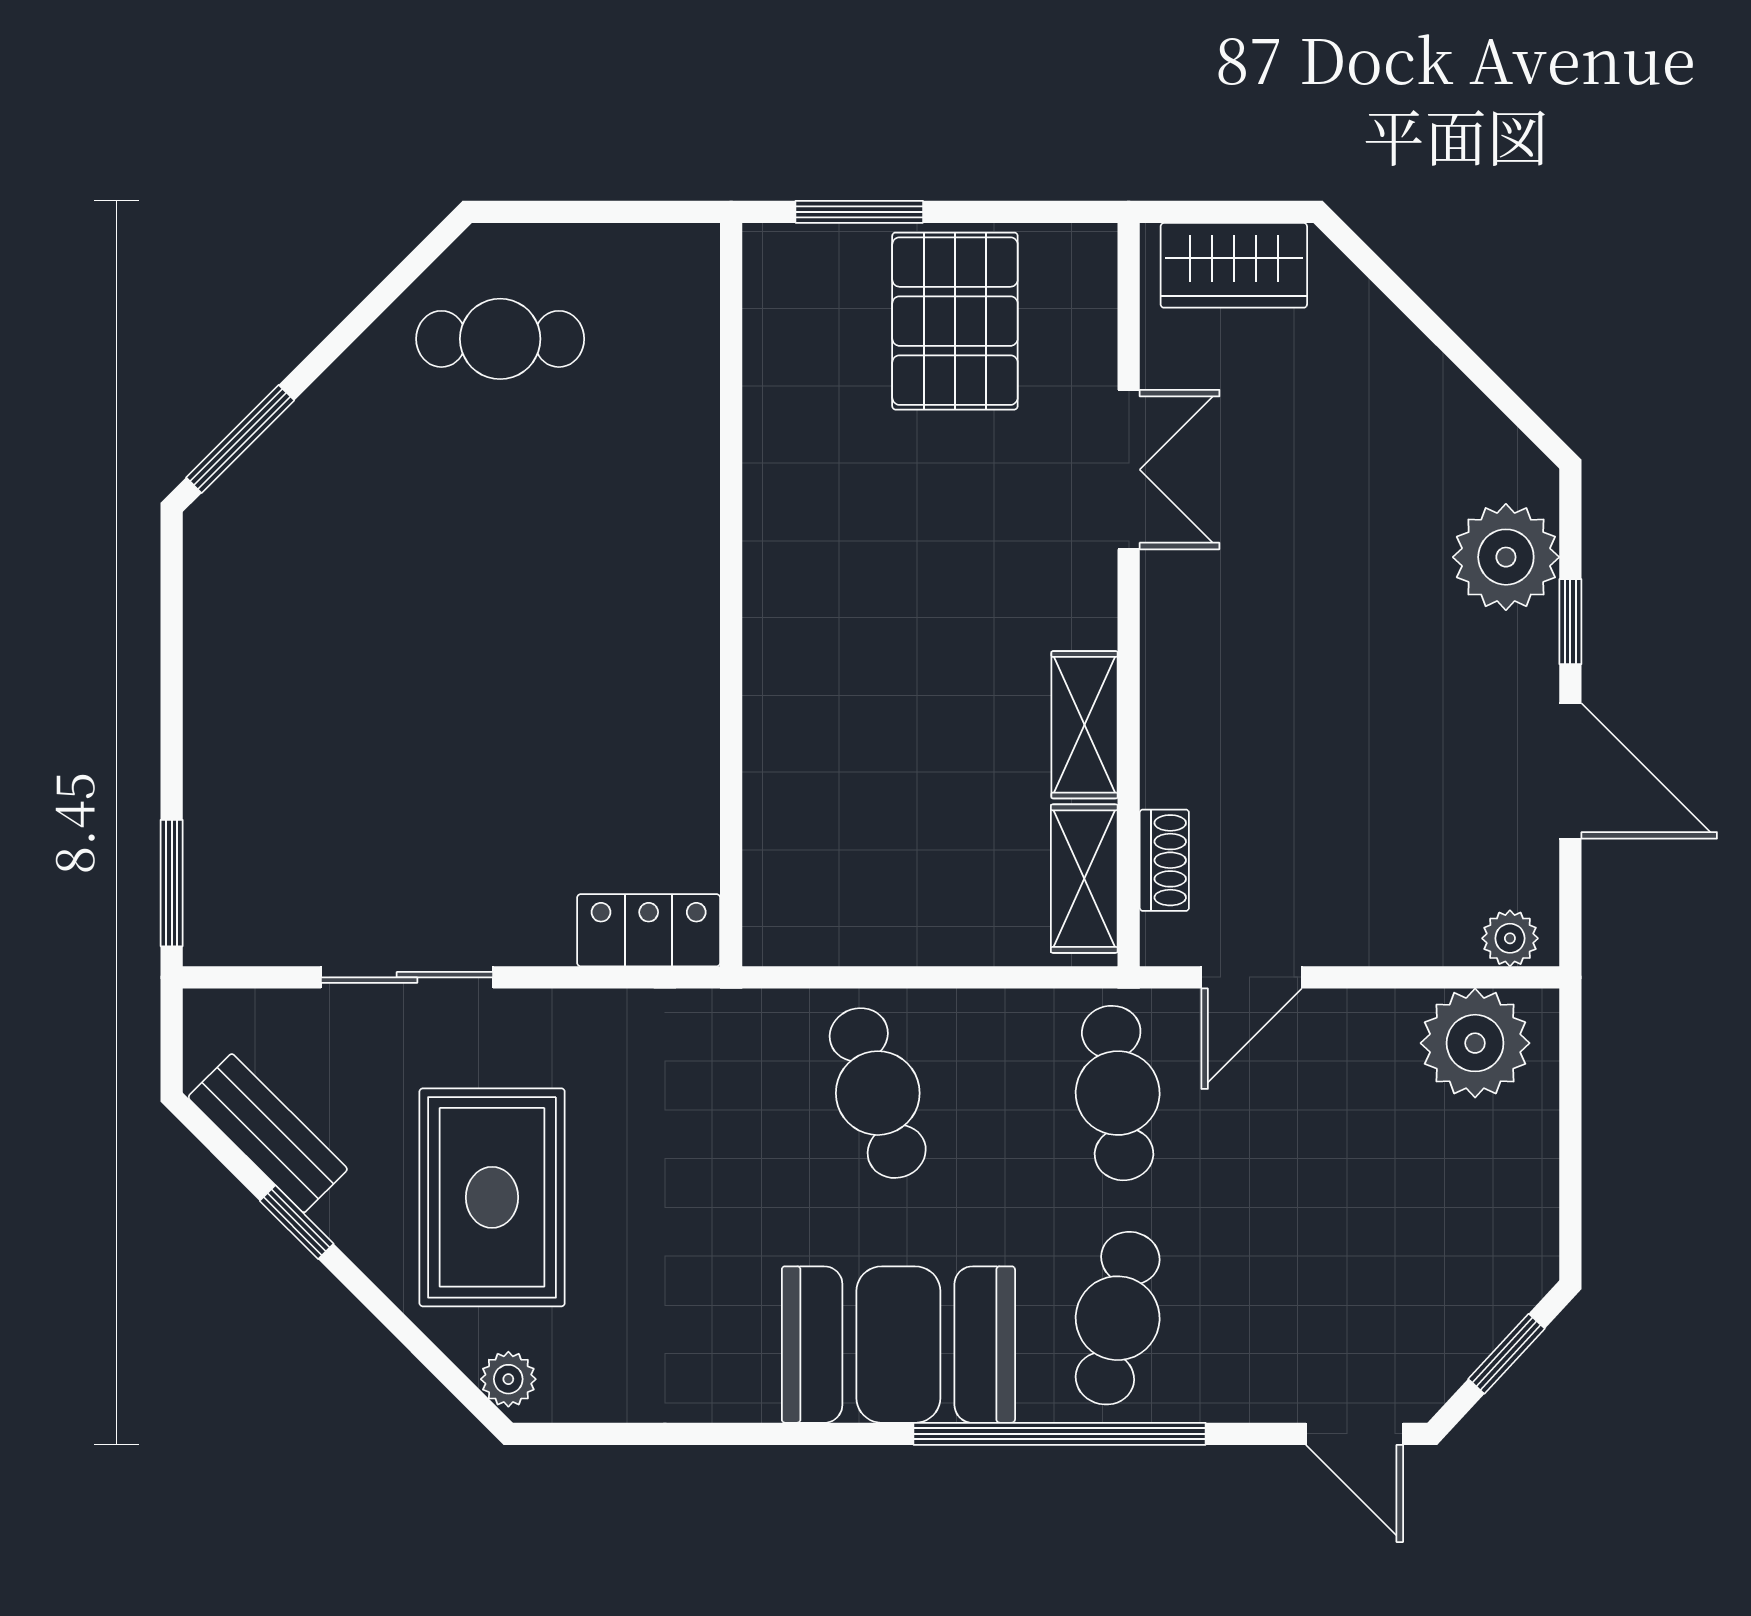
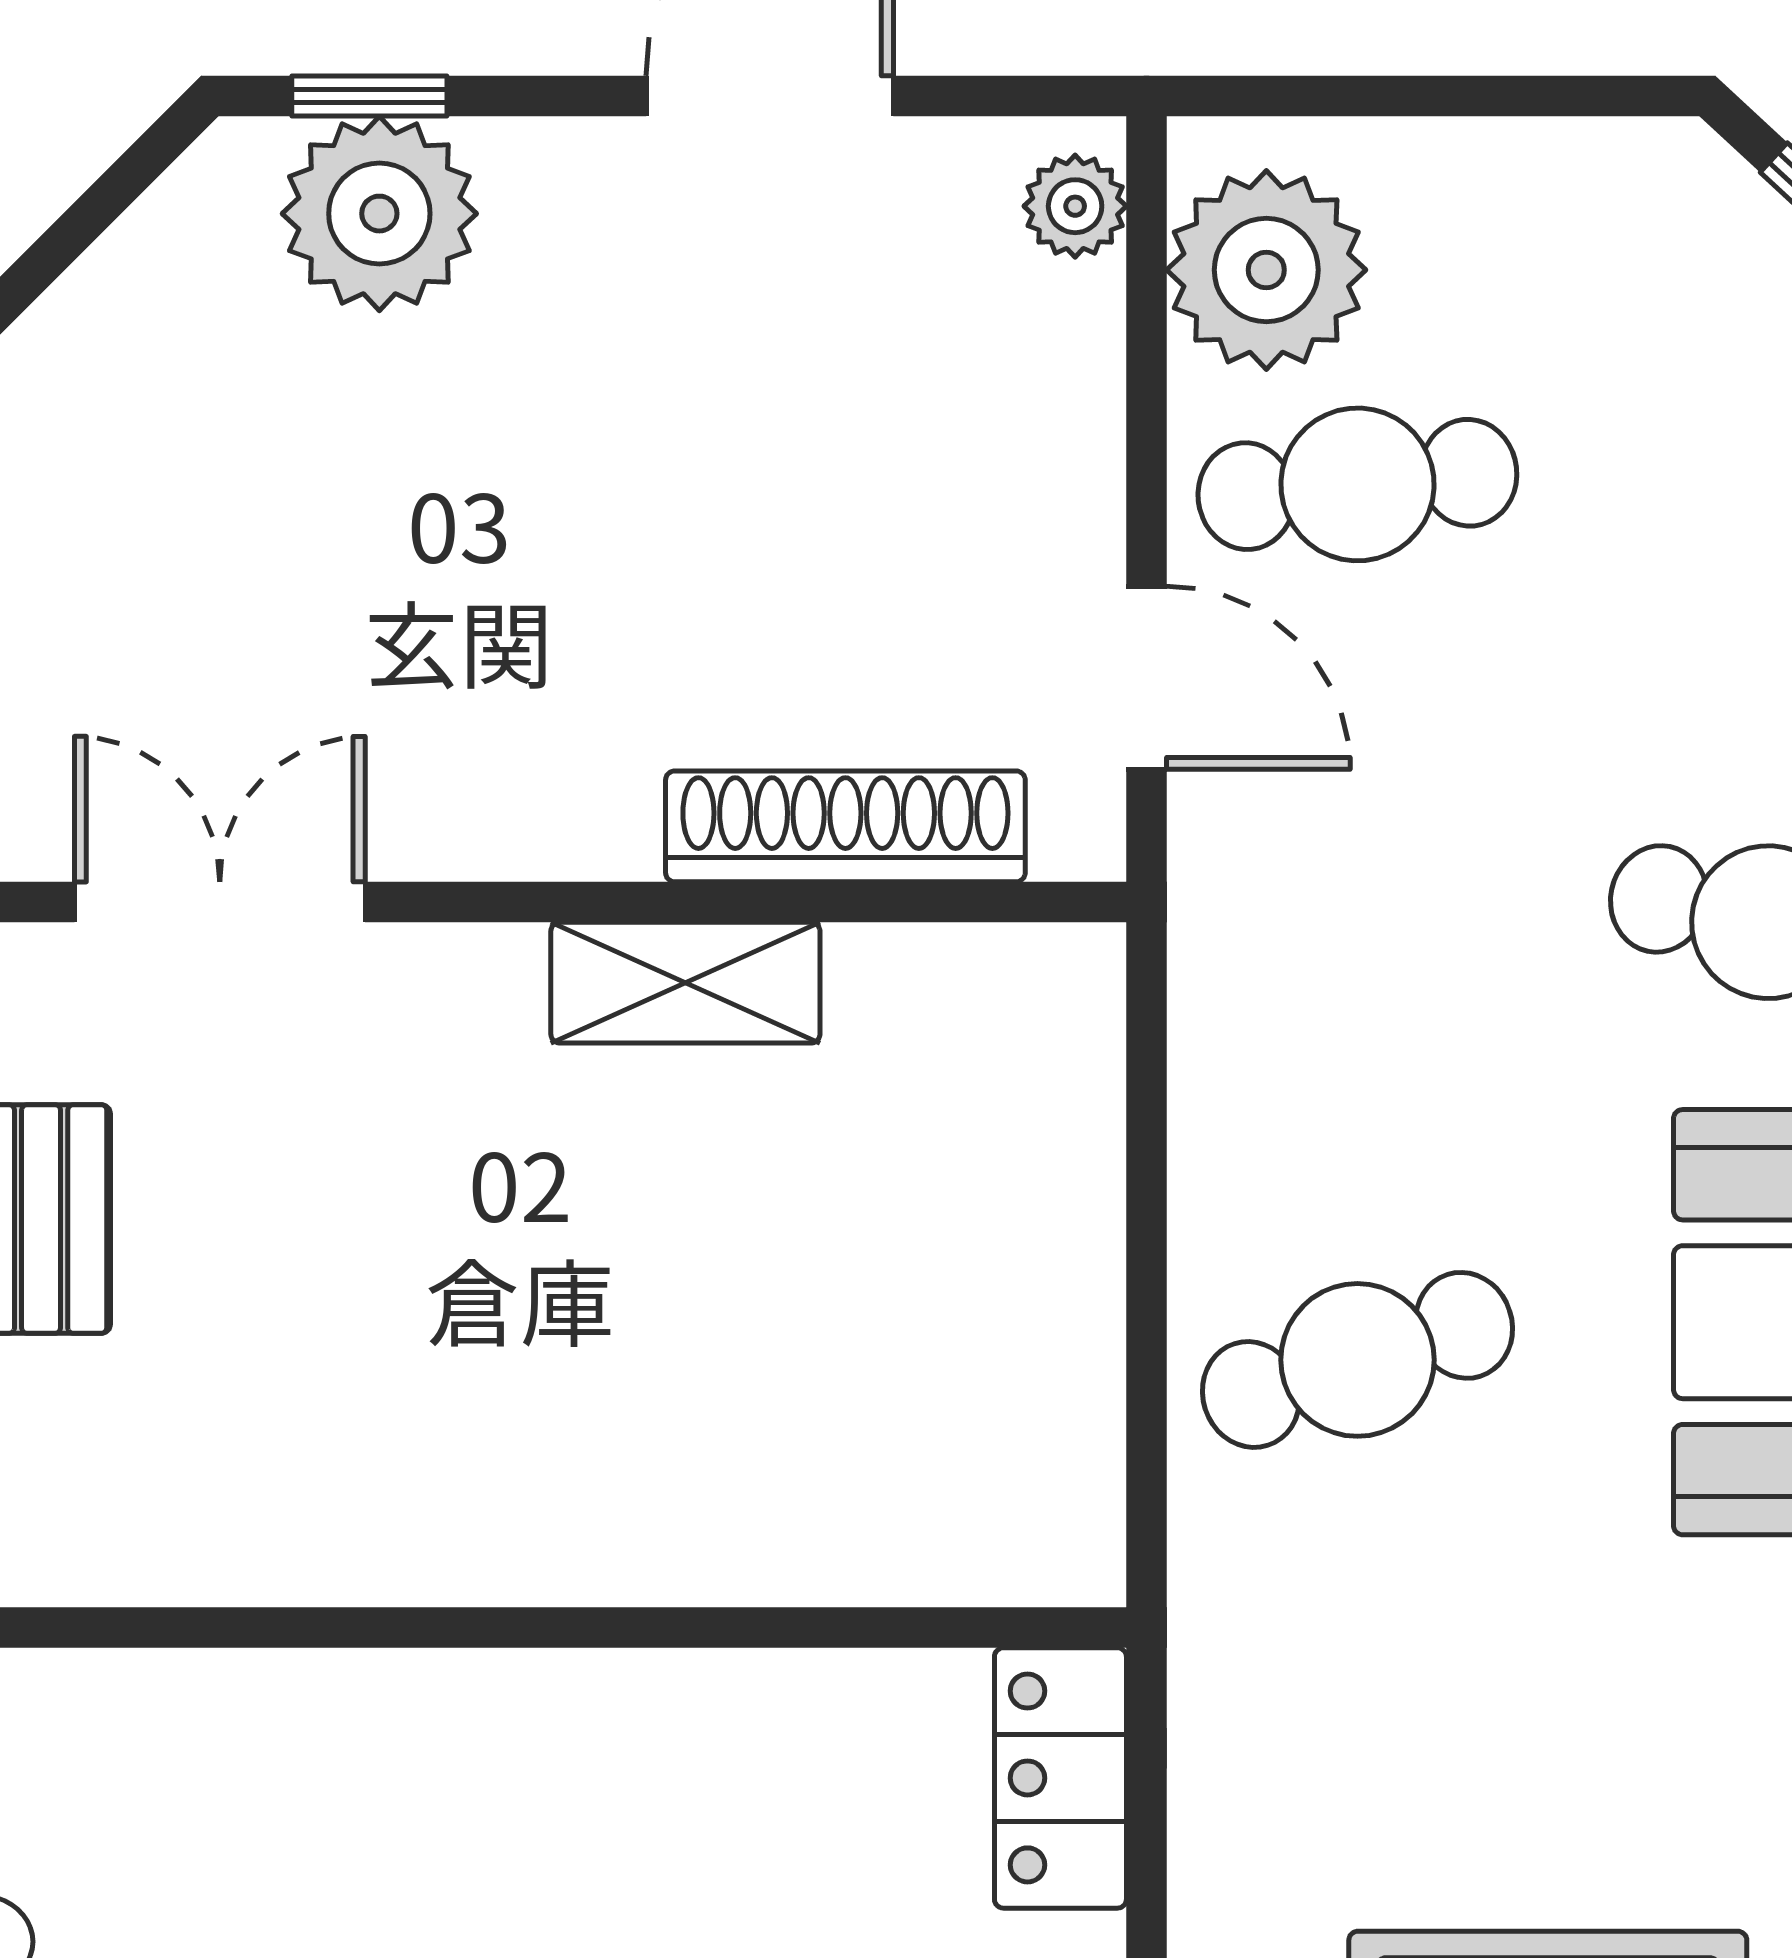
window: (1570, 622) -> (369, 96), moved
shoe rack: (1164, 860) -> (845, 826), width x1.94, depth x1.24
shelving: (1084, 879) -> (966, 983), removed
cafe table: (1118, 1093) -> (1357, 484), moved

